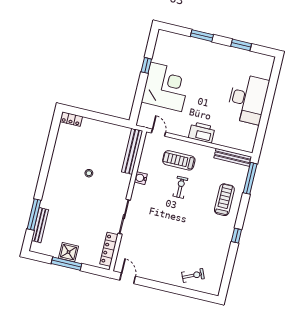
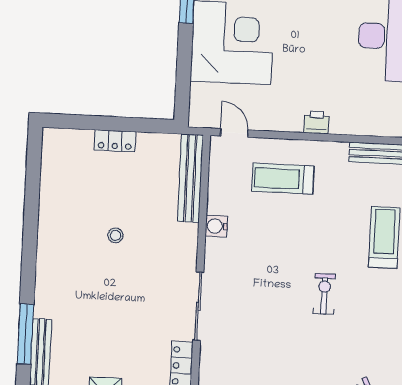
locker: (71, 119) -> (115, 141), moved
printer: (202, 132) -> (316, 122), width x0.53, depth x0.68
exercise bike: (180, 187) -> (324, 294), moved

